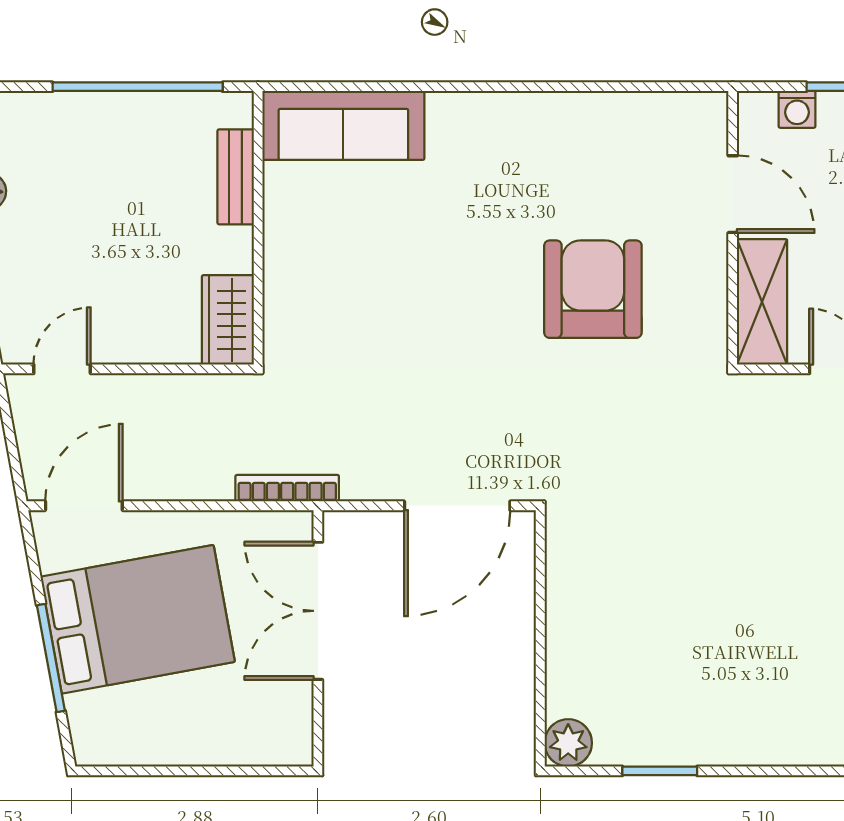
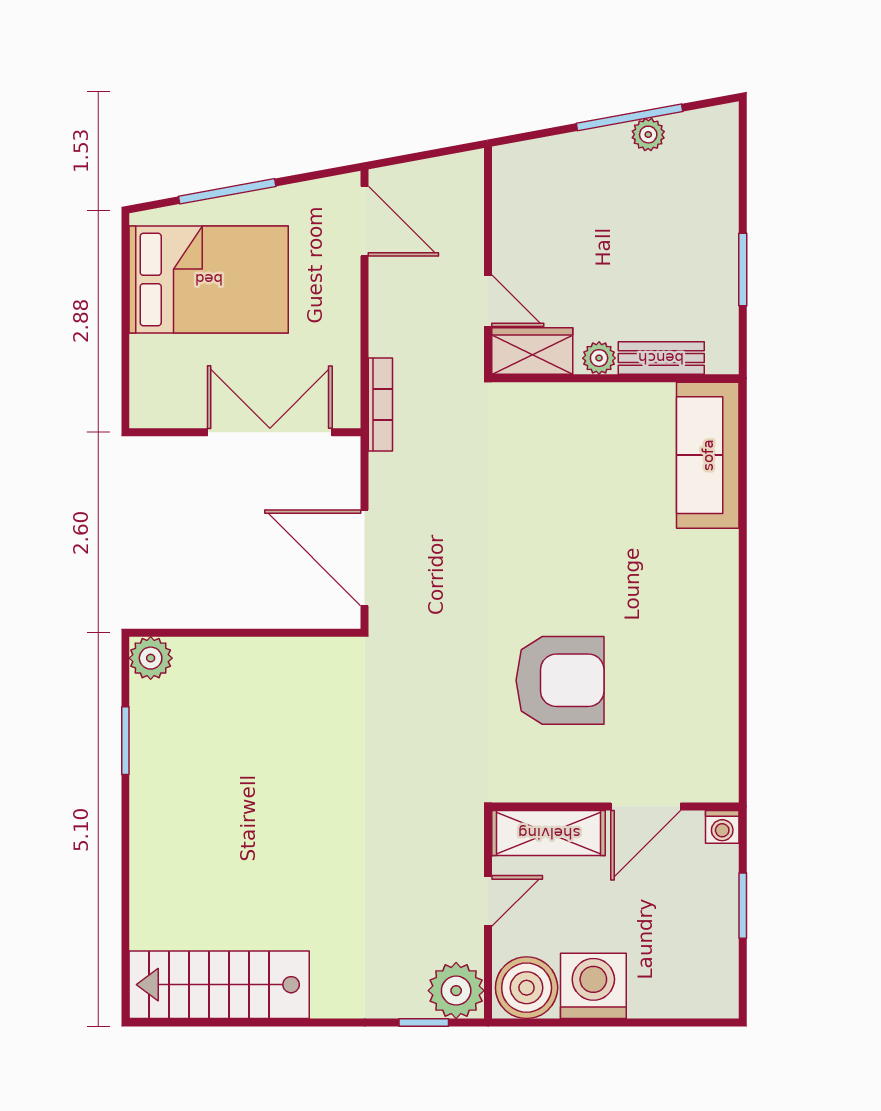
window: (138, 87) -> (743, 269), width x0.47
washing machine: (797, 109) -> (722, 827), moved, turned -90
plant: (236, 246) -> (599, 358), added
door: (62, 369) -> (488, 301), moved
bed: (138, 619) -> (209, 279), moved, turned -80

